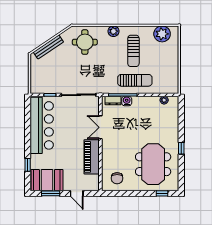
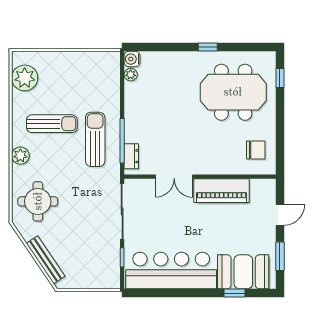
sun lounger: (135, 80) -> (95, 139), moved
water cooler: (127, 101) -> (132, 59), moved
booth: (47, 180) -> (243, 272), moved, turned 90

